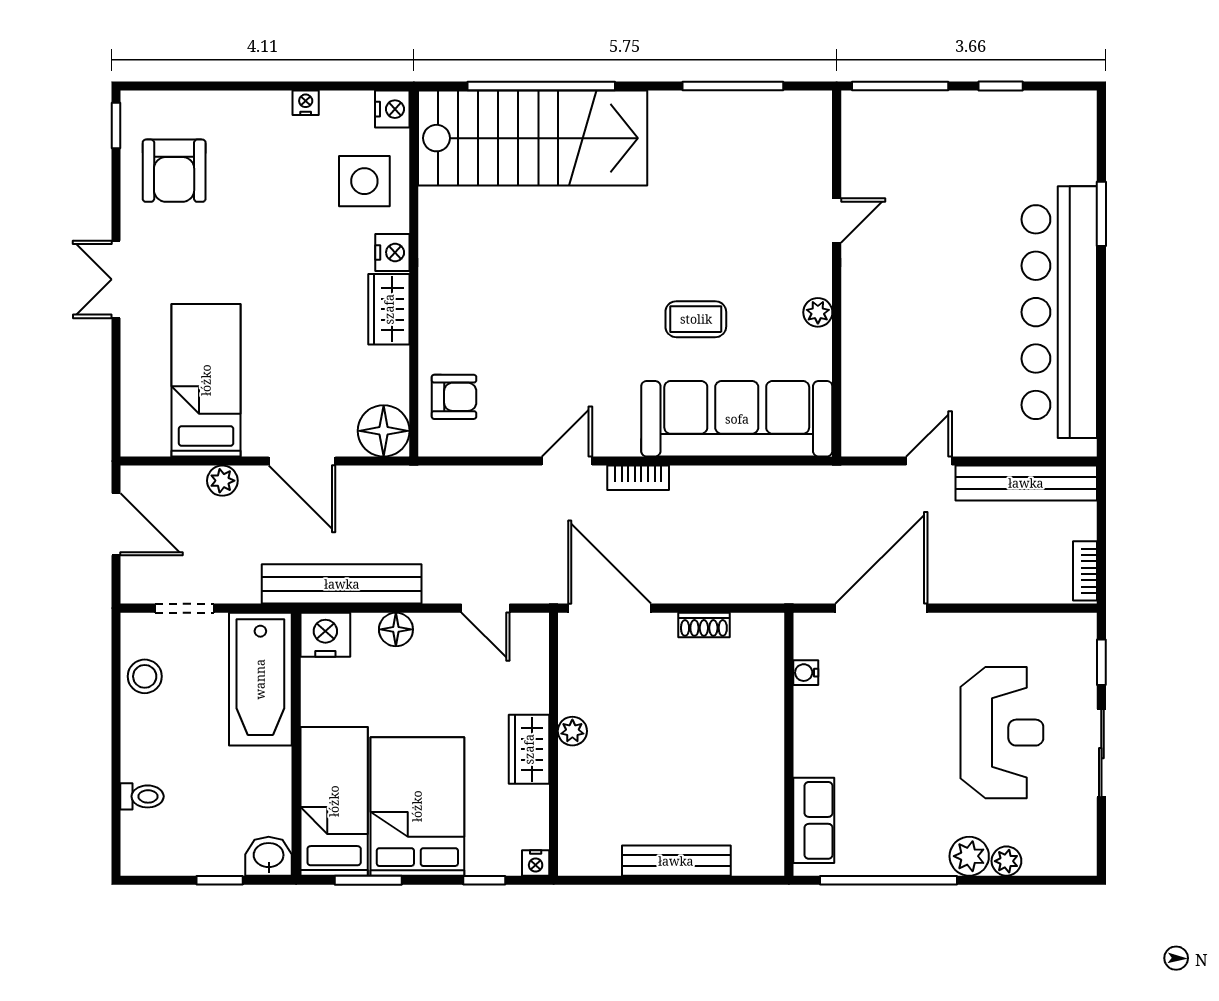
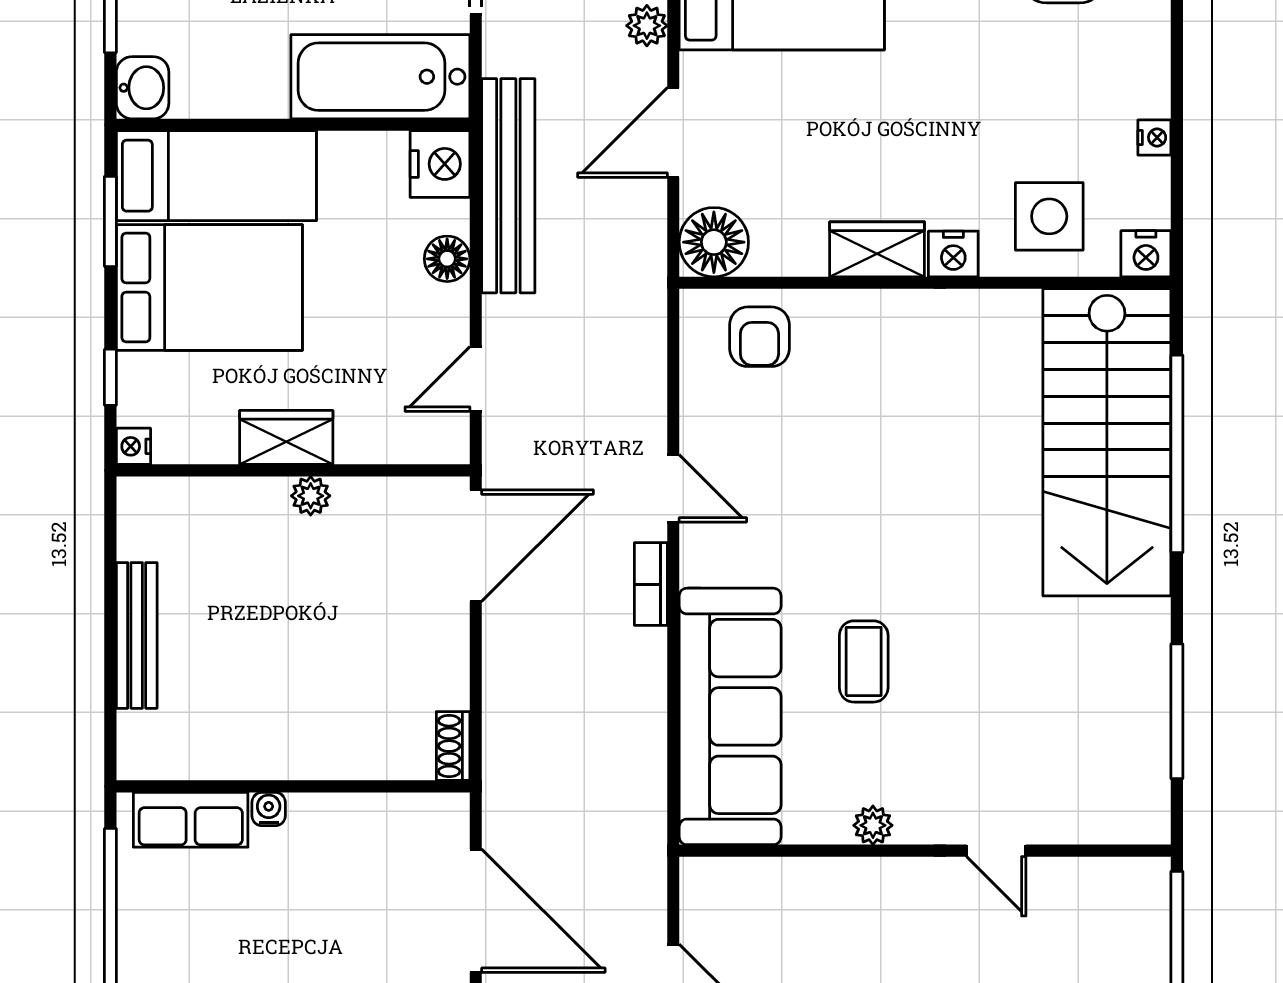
shoe rack: (704, 625) -> (453, 746), moved
water cooler: (806, 673) -> (269, 809), moved

